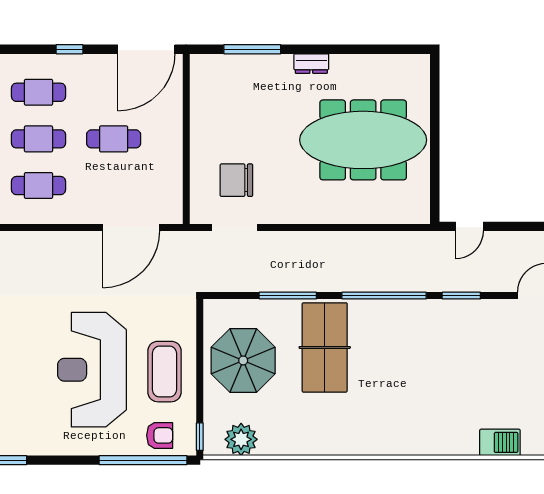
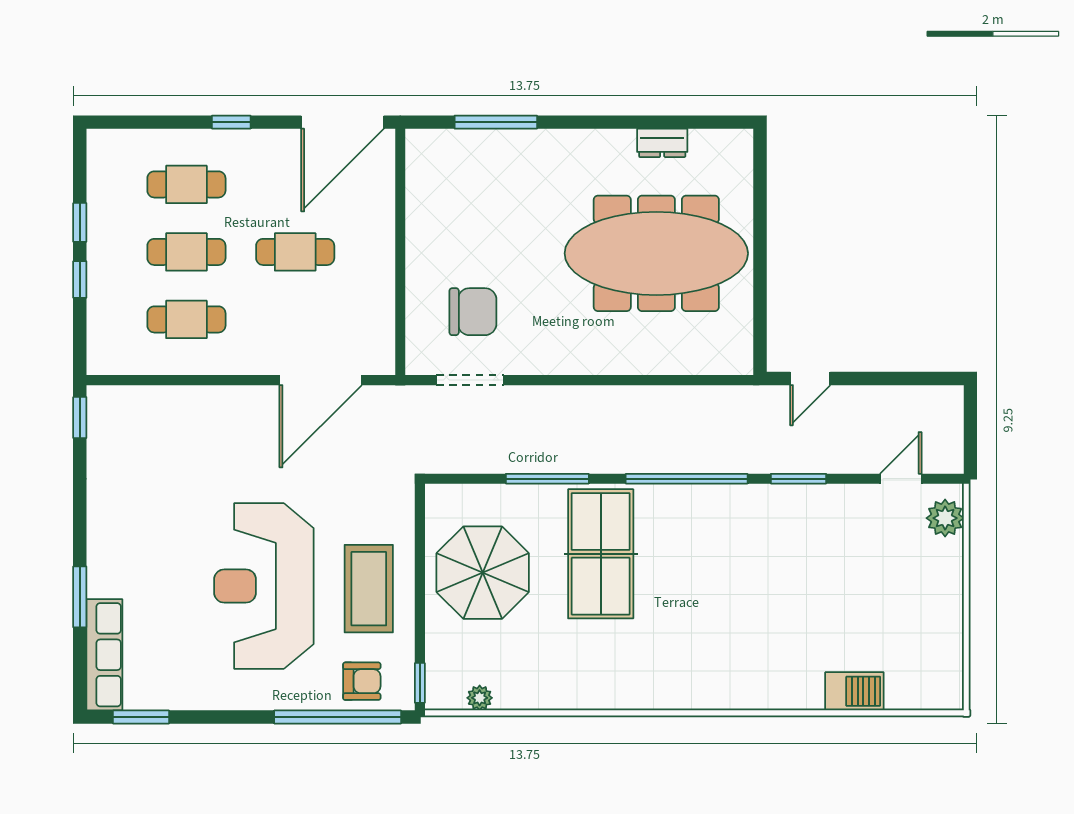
dresser: (311, 64) -> (662, 143), moved
chair: (236, 180) -> (473, 312), turned 180
plant: (241, 439) -> (480, 698), width x0.53, depth x0.53

